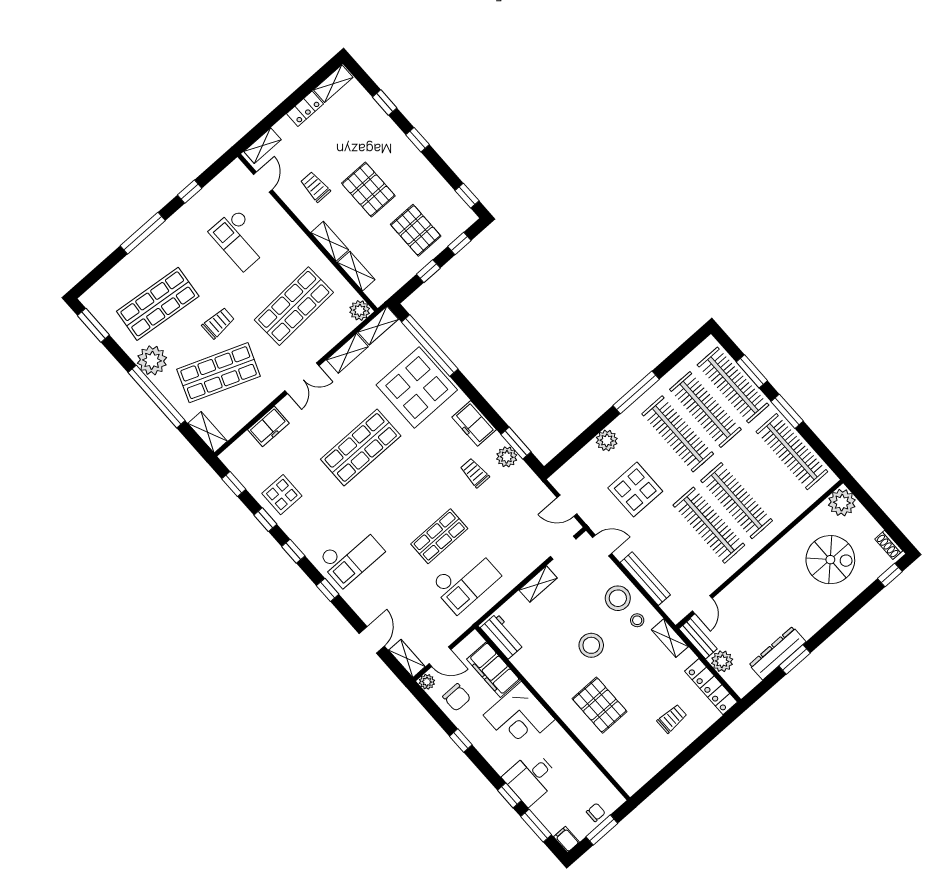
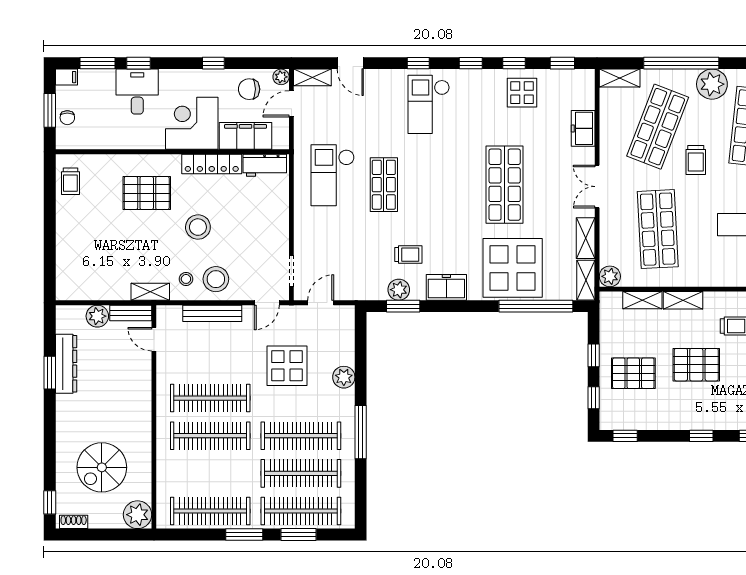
shelving: (538, 584) -> (281, 228), removed
locker: (711, 687) -> (212, 164), moved, turned 180
trolley: (672, 719) -> (70, 181), moved

